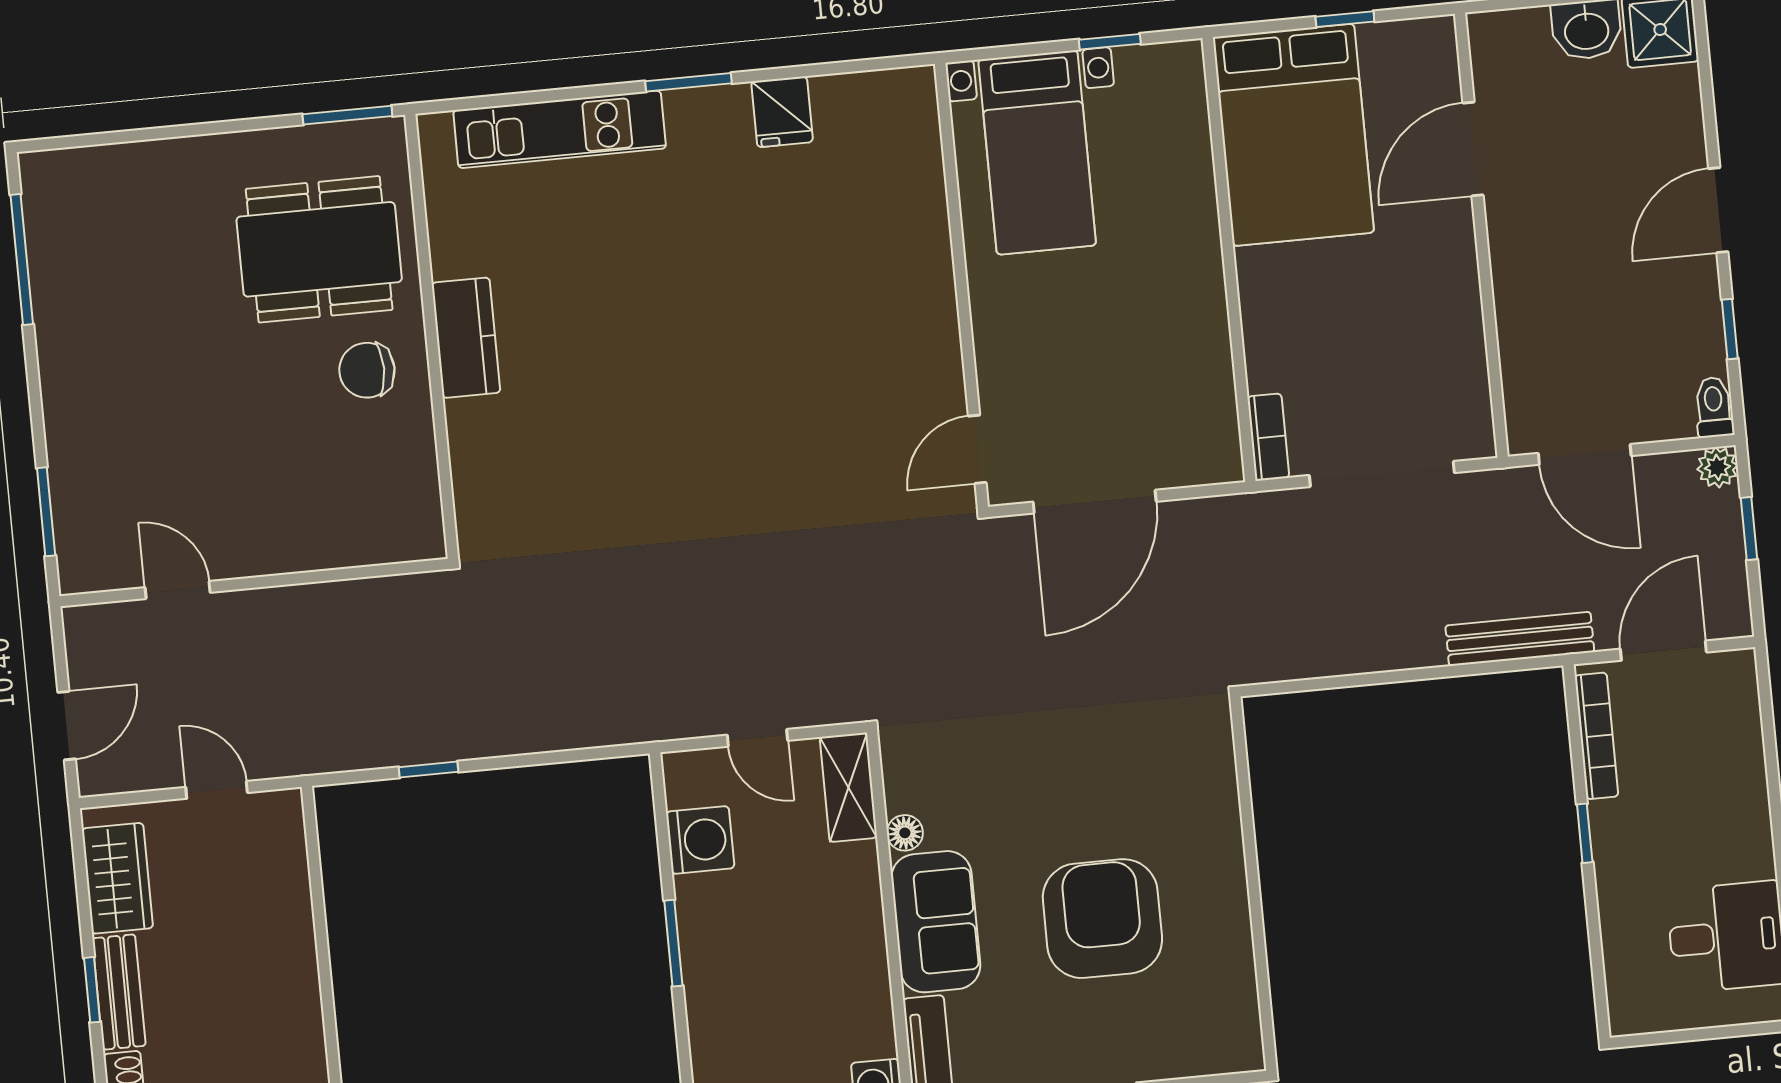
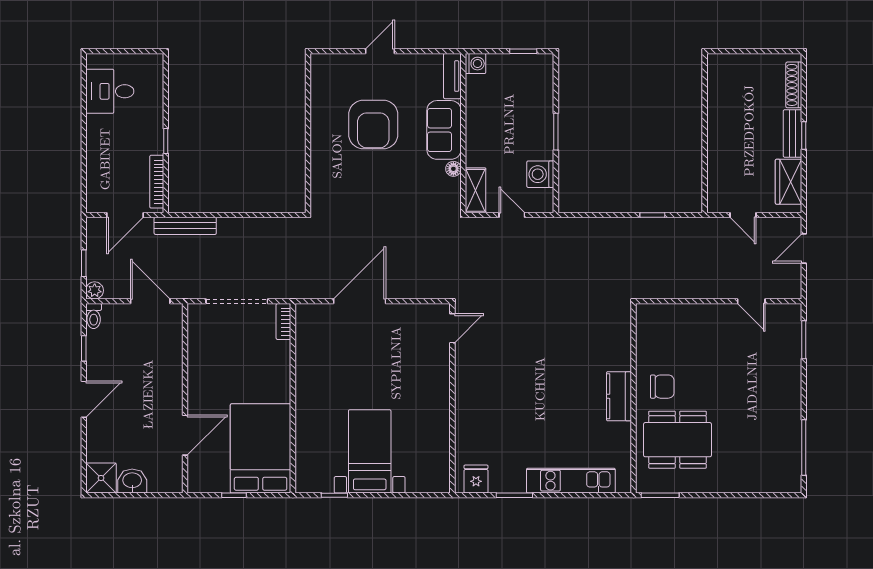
wall: (961, 285) -> (452, 398), moved
door: (977, 449) -> (452, 328), moved

